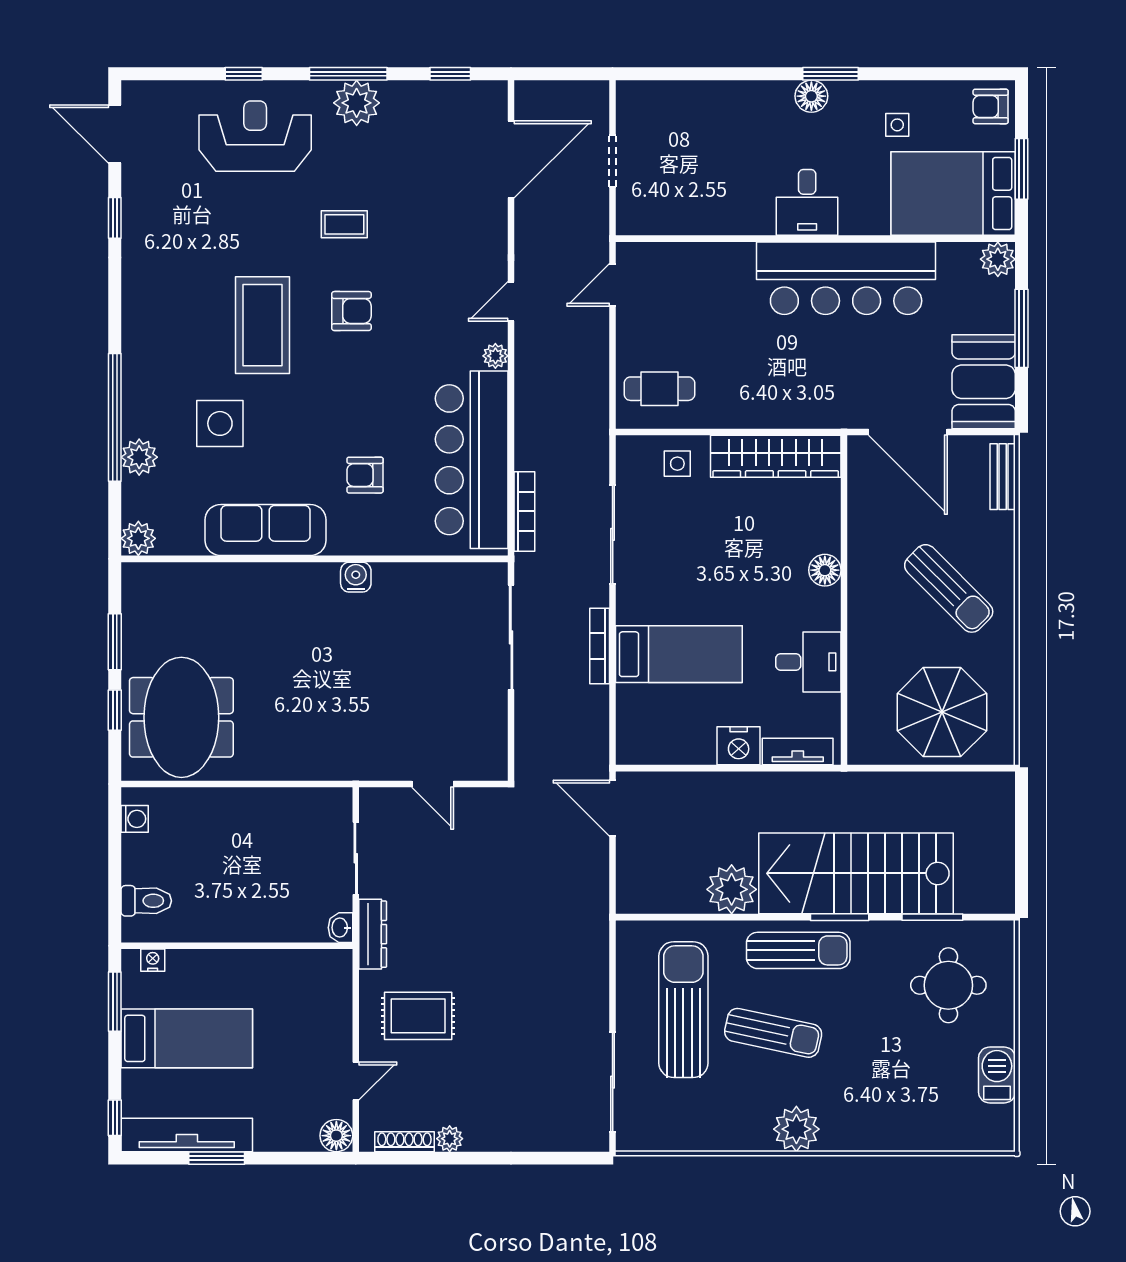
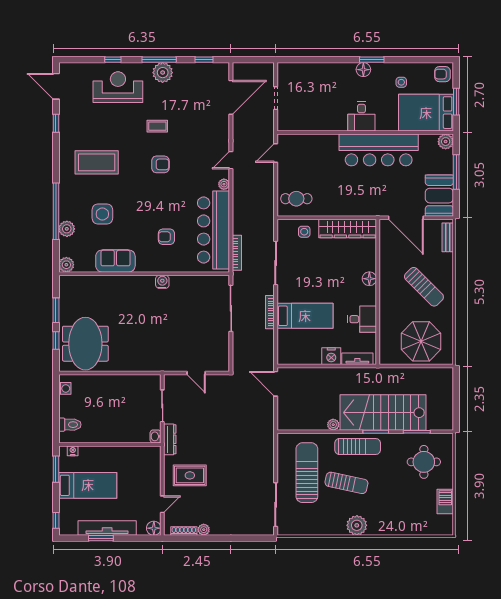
coffee table: (262, 325) -> (97, 162), moved, turned 90
sofa: (266, 530) -> (115, 261), width x0.73
plant: (732, 889) -> (333, 425), width x0.53, depth x0.53
tv unit: (187, 1135) -> (107, 528), moved

